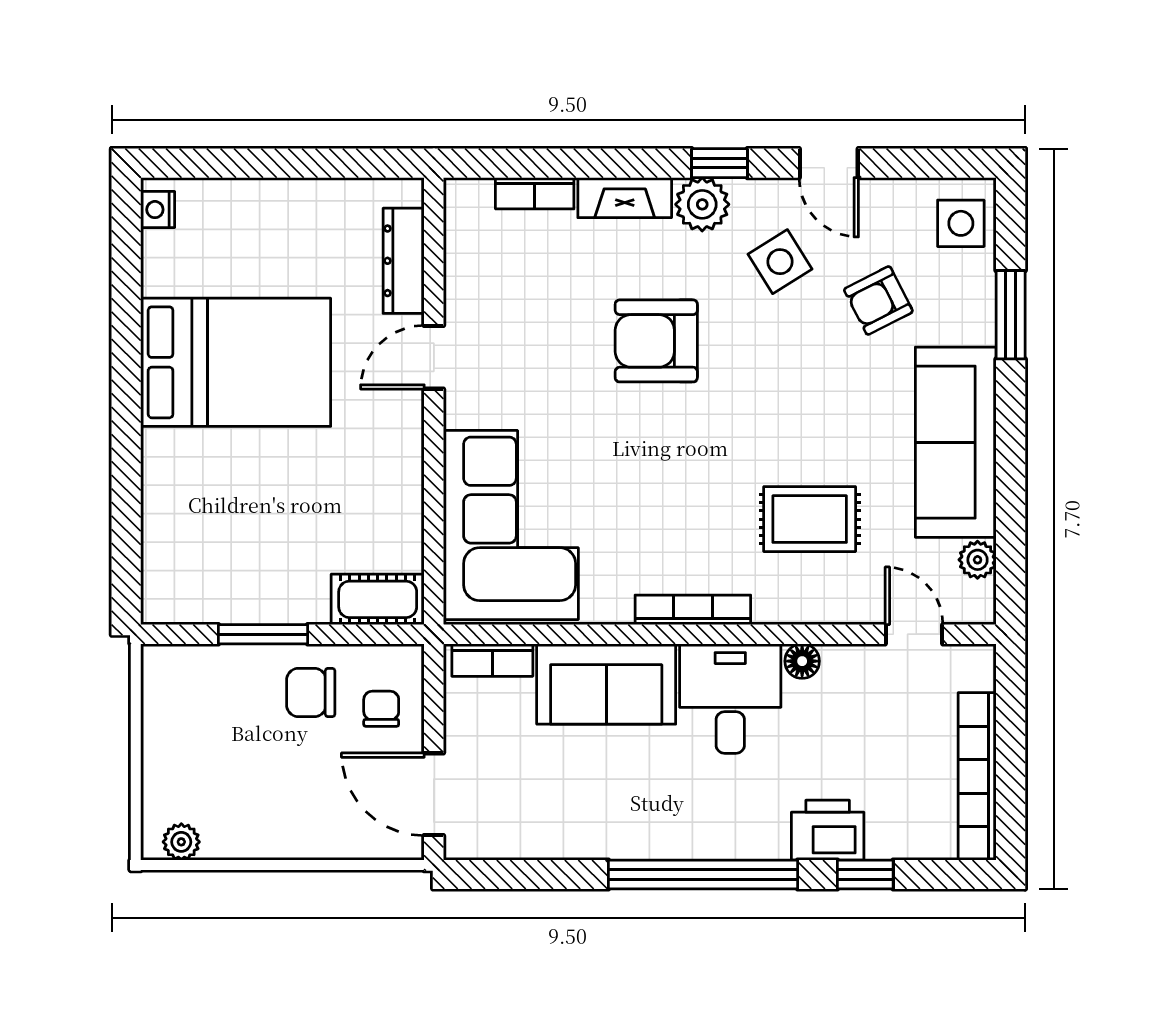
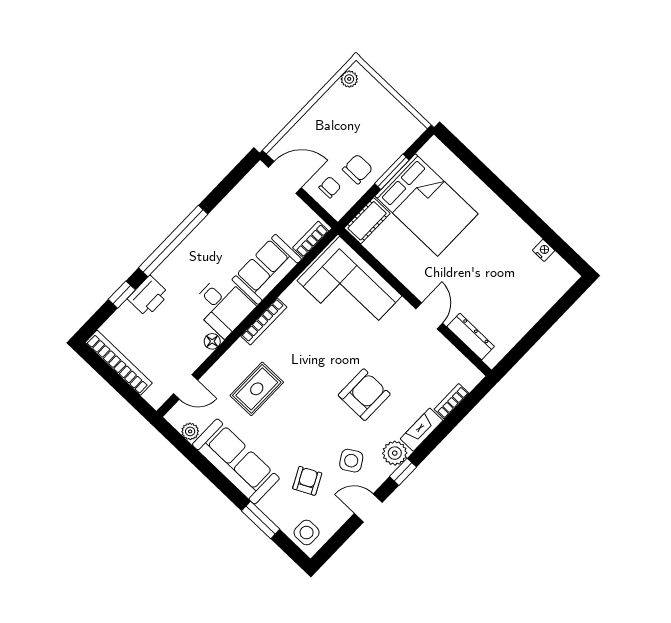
nightstand: (158, 210) -> (544, 250), moved
bed: (236, 362) -> (426, 205), moved, turned -90
chair: (381, 709) -> (330, 187), turned -90

